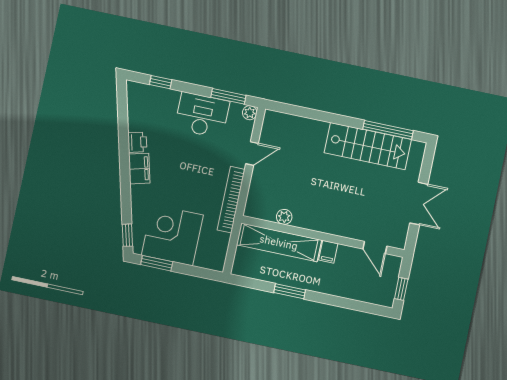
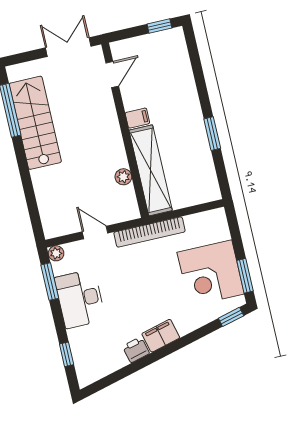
plant: (284, 217) -> (123, 177), moved
wall: (323, 236) -> (125, 130), moved
shelving: (279, 242) -> (151, 170), moved
door: (375, 247) -> (112, 75), moved
filing cabinet: (328, 252) -> (137, 118), moved

